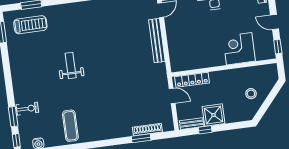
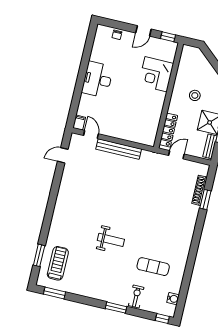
weight bench: (71, 65) -> (111, 240), turned 180
stool: (251, 94) -> (195, 95), moved
window: (13, 117) -> (116, 308), moved
exercise mat: (70, 126) -> (153, 267), moved

